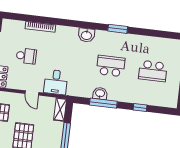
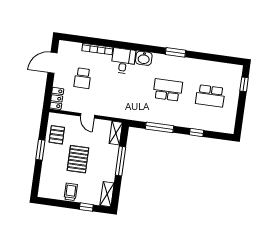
school desk: (26, 56) -> (83, 78), turned 90
desk: (56, 82) -> (123, 61), moved, turned 180
washbasin: (100, 93) -> (156, 118), removed

